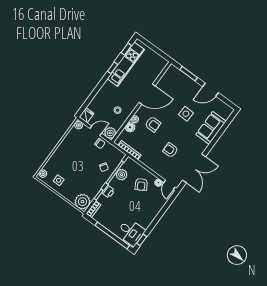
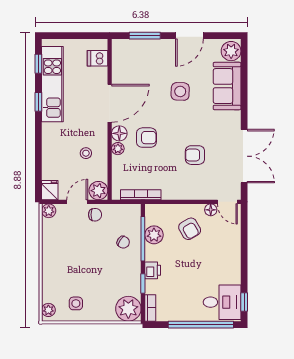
dishwasher: (157, 68) -> (98, 58), added
plant: (225, 112) -> (231, 51), added
floor lamp: (130, 127) -> (119, 133), moved

